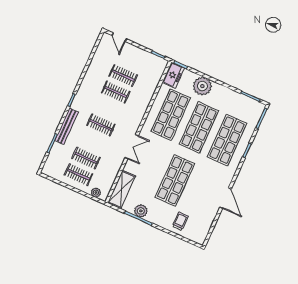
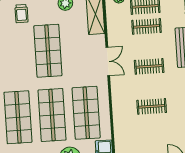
clothes rail: (123, 76) -> (153, 126), removed
double door: (132, 147) -> (108, 61), swing flipped

